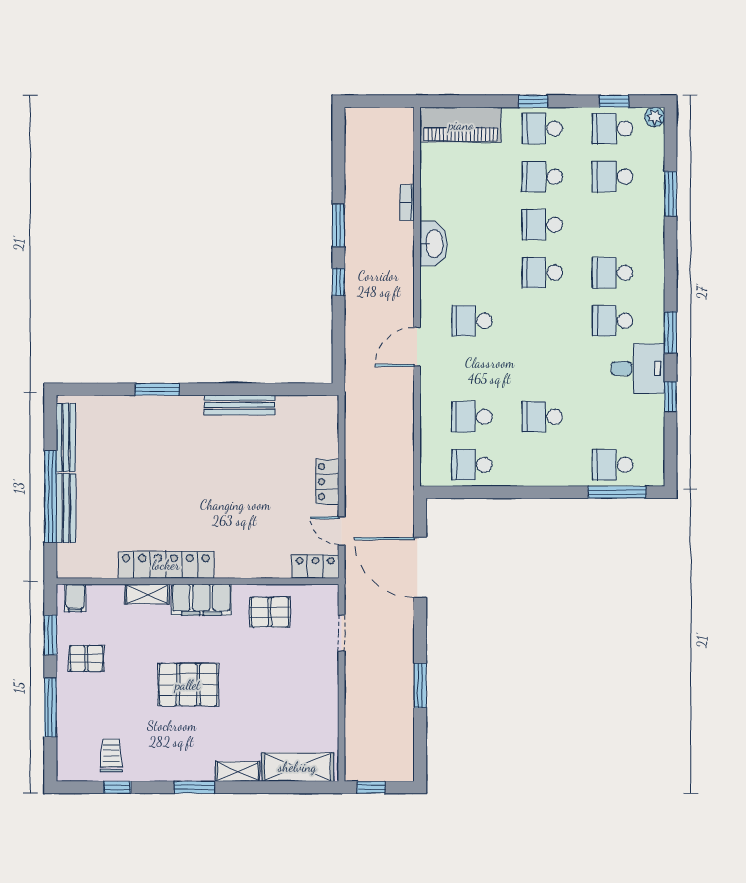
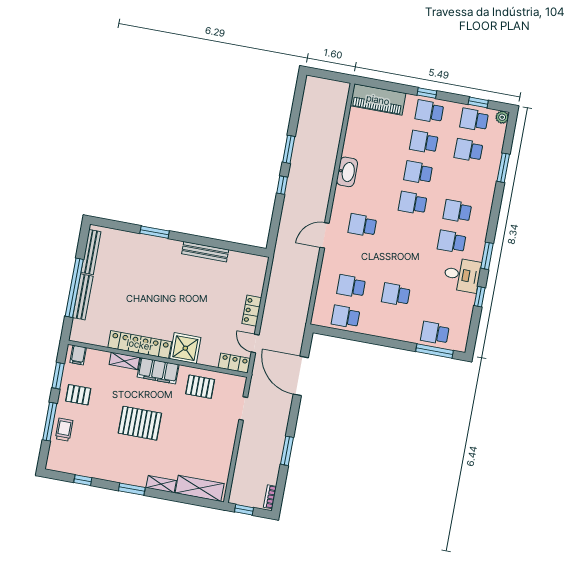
bookcase: (407, 203) -> (270, 497), moved
shower: (236, 558) -> (185, 348), added
trolley: (111, 755) -> (64, 430), moved

